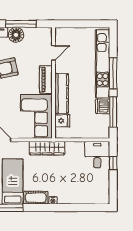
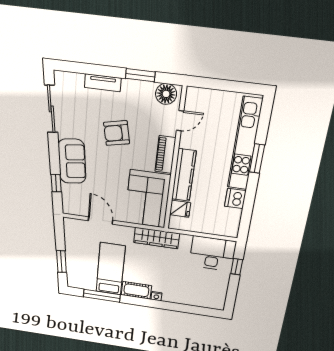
window: (21, 24) -> (140, 75), width x0.69
floor lamp: (16, 35) -> (166, 94), moved
window: (113, 73) -> (257, 158), width x0.69
window: (113, 112) -> (248, 207), removed
desk: (97, 155) -> (213, 254), width x1.37

